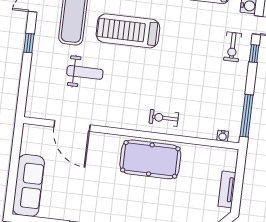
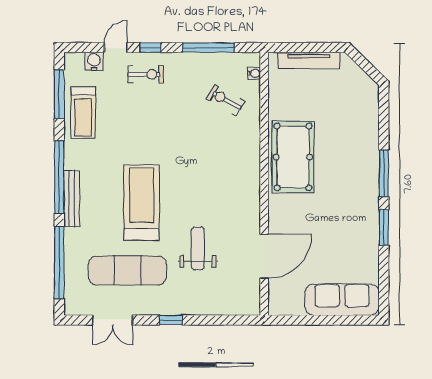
treadmill: (128, 31) -> (142, 203), turned 180
window: (247, 116) -> (208, 48), moved
exercise bike: (164, 118) -> (226, 100), moved, turned 119
tv unit: (227, 189) -> (309, 60), width x1.41

